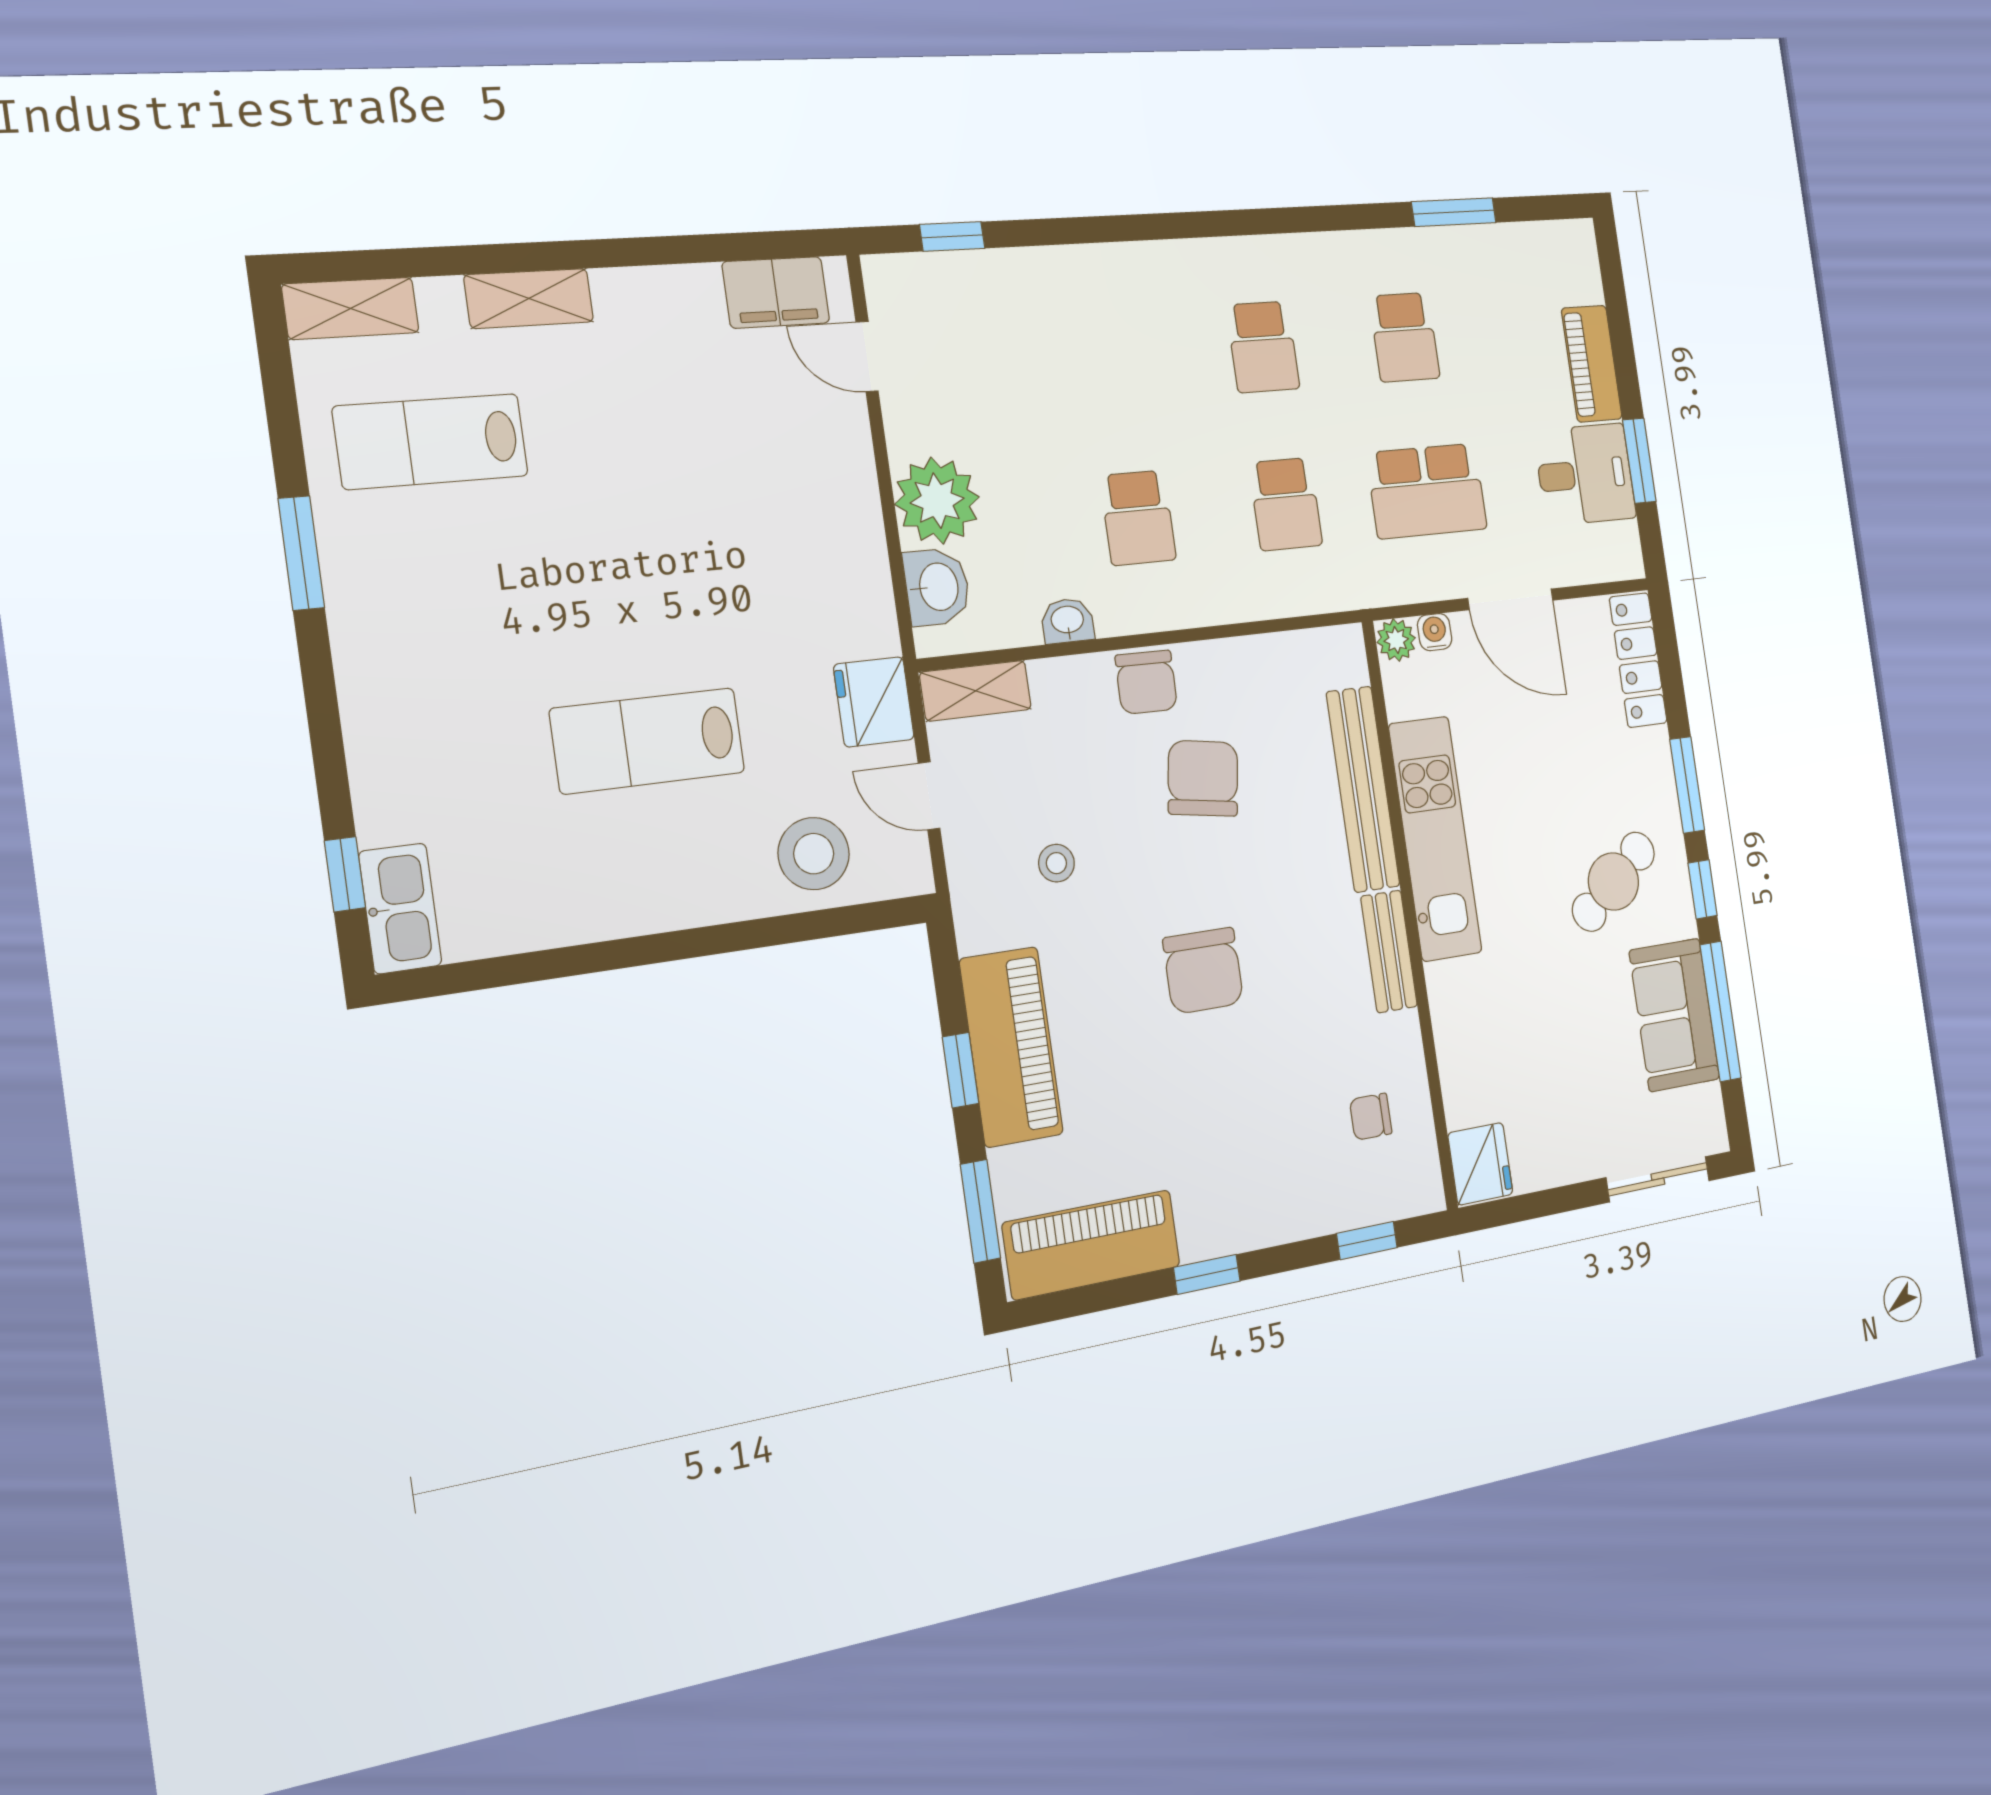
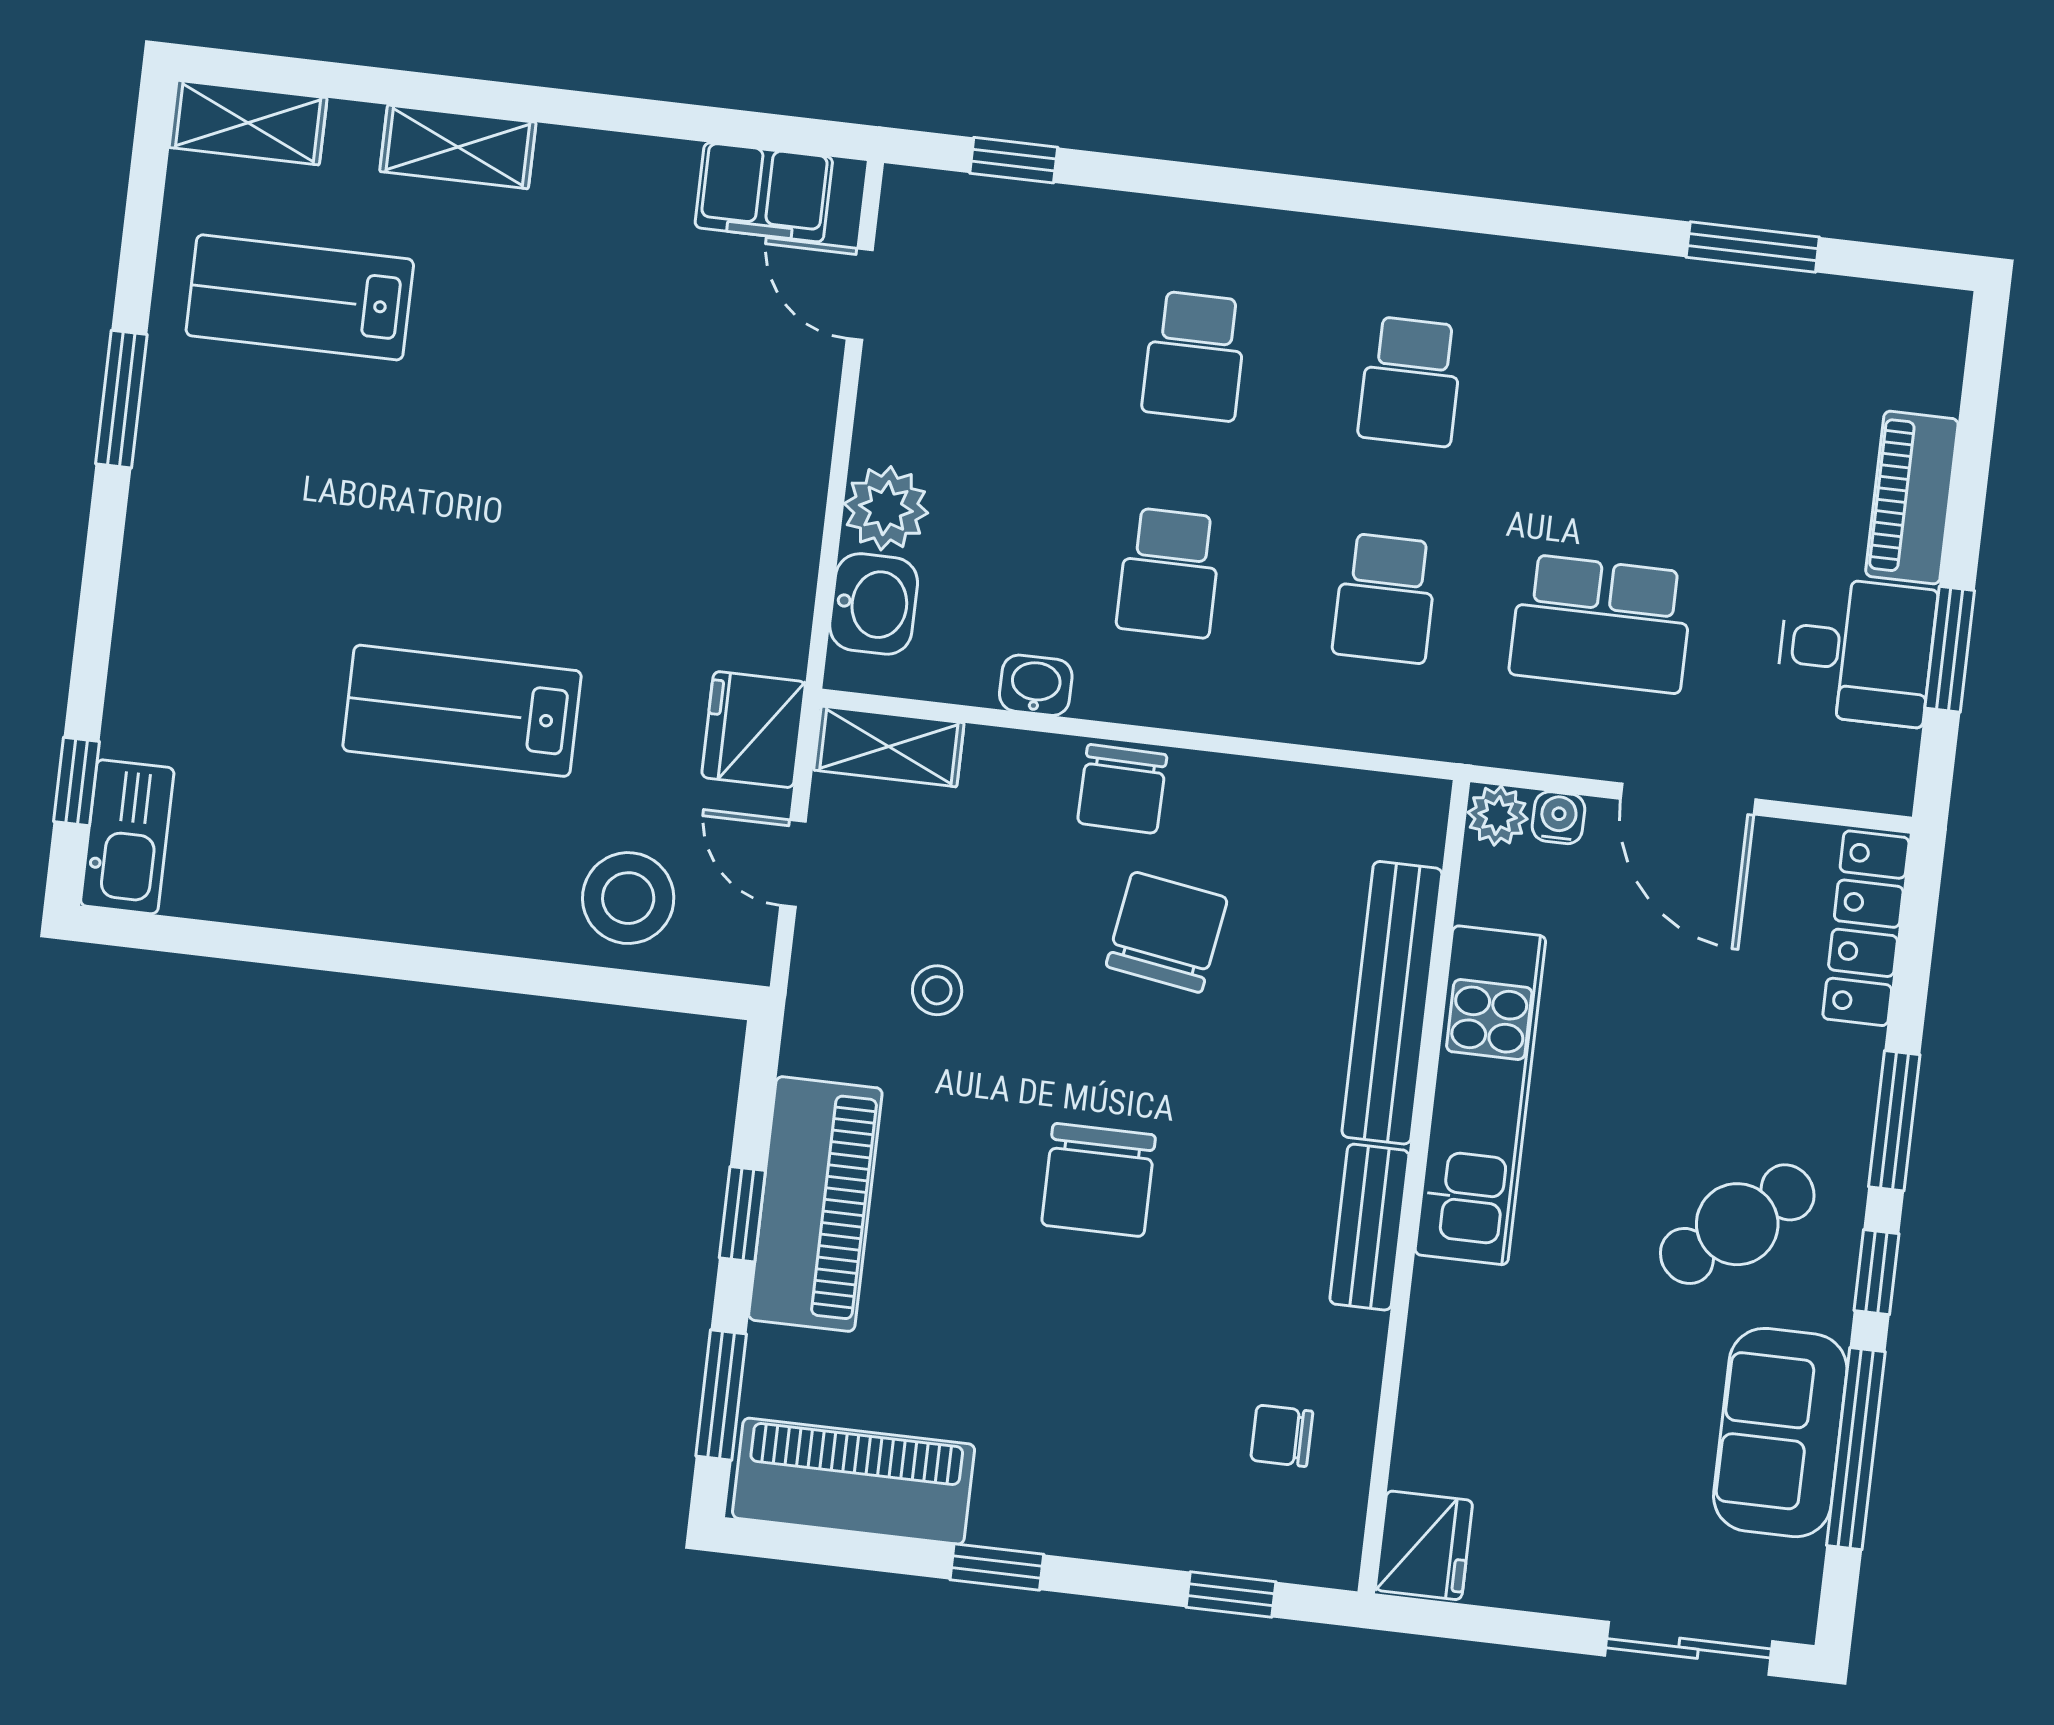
school desk: (1404, 337) -> (1195, 356), moved
plant: (937, 501) -> (886, 508), width x0.73, depth x0.73

